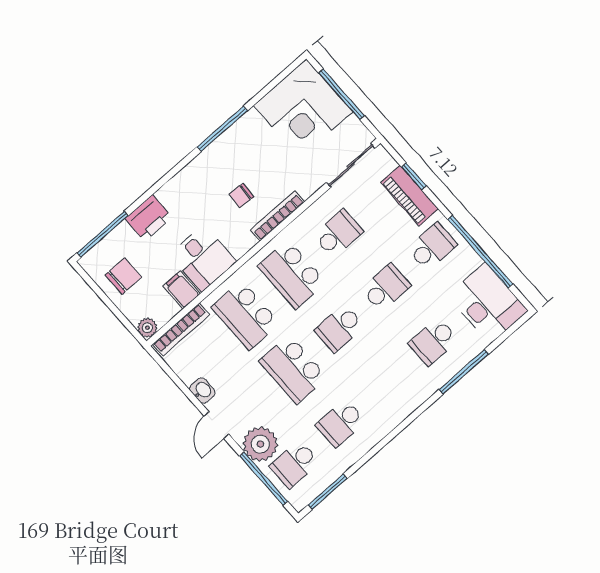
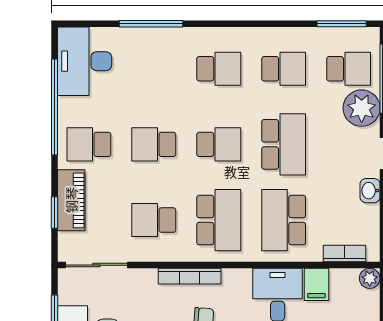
school desk: (245, 315) -> (284, 220), turned 180
bookcase: (181, 330) -> (345, 254), width x0.64
school desk: (433, 341) -> (219, 69), moved

